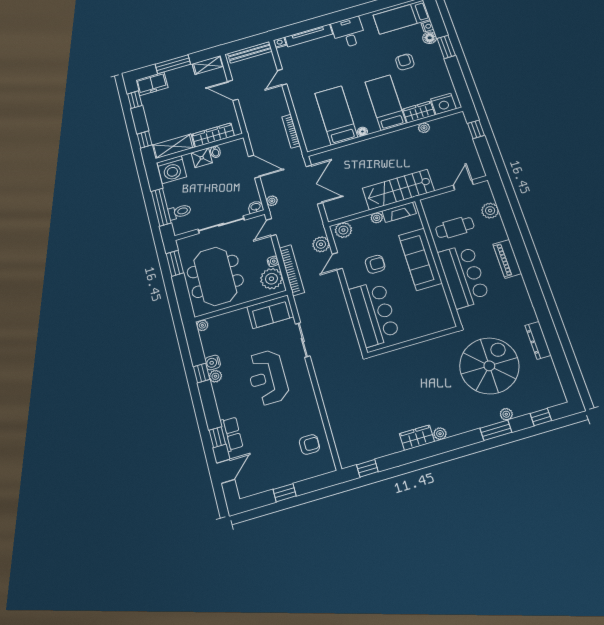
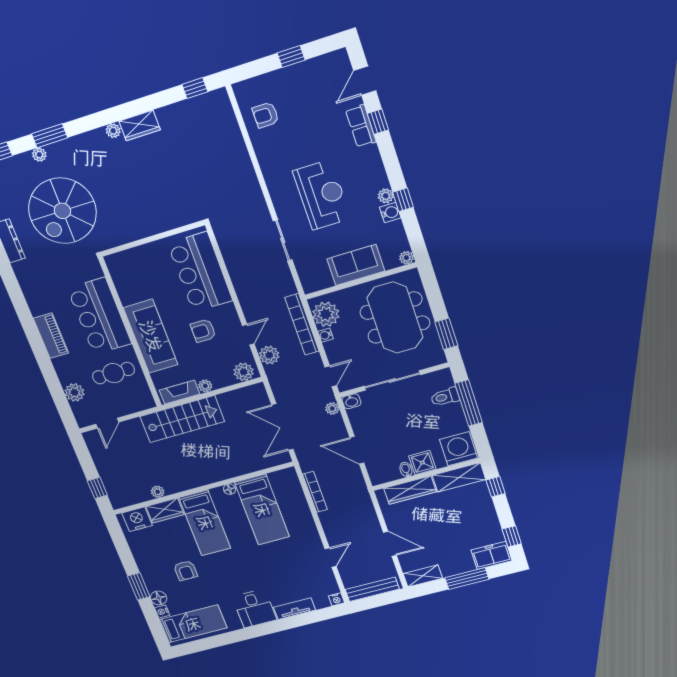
tv unit: (309, 36) -> (295, 609), width x0.71
sofa: (270, 312) -> (356, 265), moved

